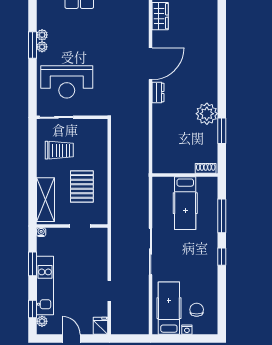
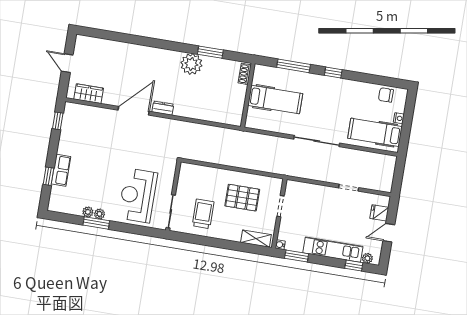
door: (151, 64) -> (134, 111), hinge flipped
reception desk: (67, 82) -> (138, 196), turned 180
shelving: (45, 200) -> (256, 239), width x0.67, depth x0.75
window: (33, 264) -> (297, 256), moved
chair: (197, 310) -> (386, 95), moved
fridge: (100, 326) -> (379, 213), moved

